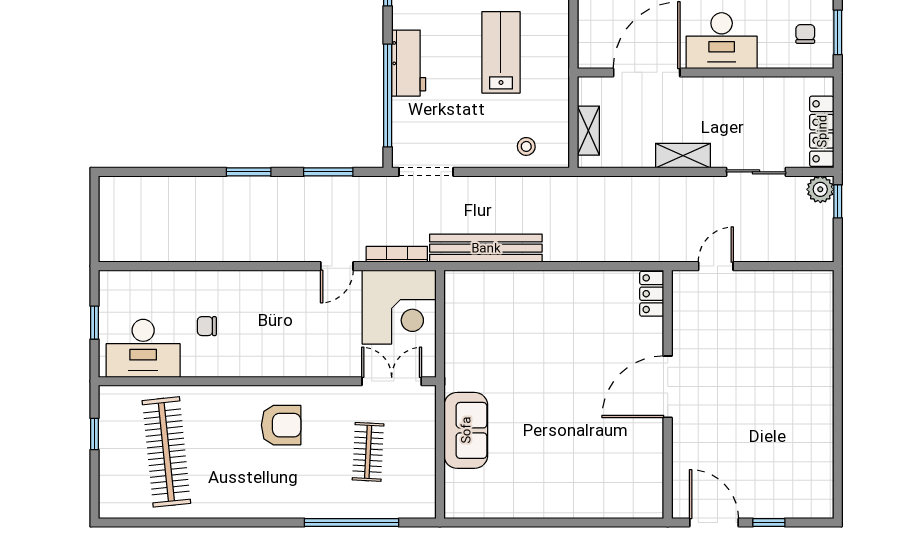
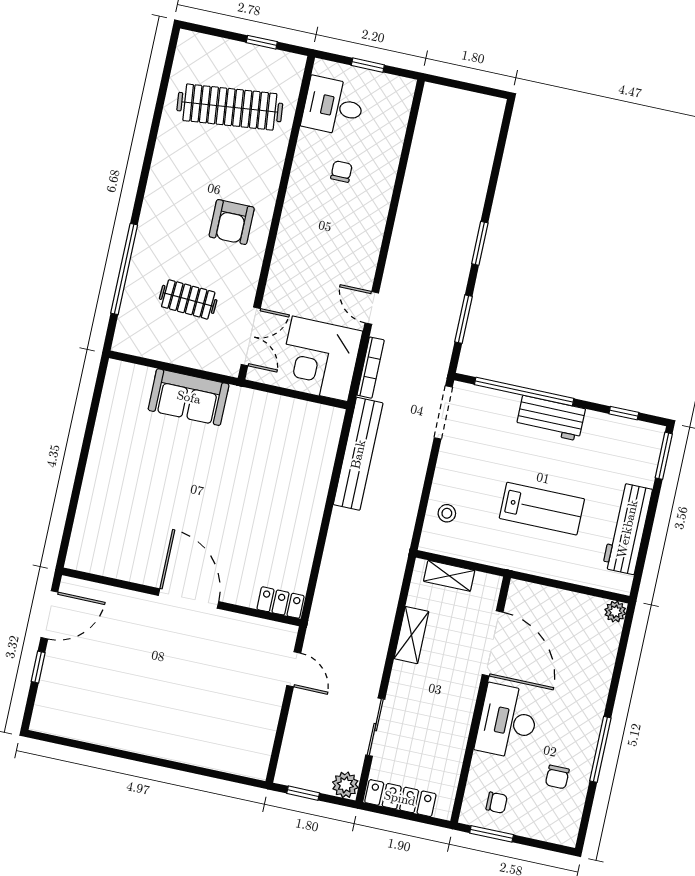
shelving: (683, 156) -> (411, 635), moved
window: (838, 201) -> (303, 793), moved
desk: (143, 348) -> (333, 106), width x0.73

